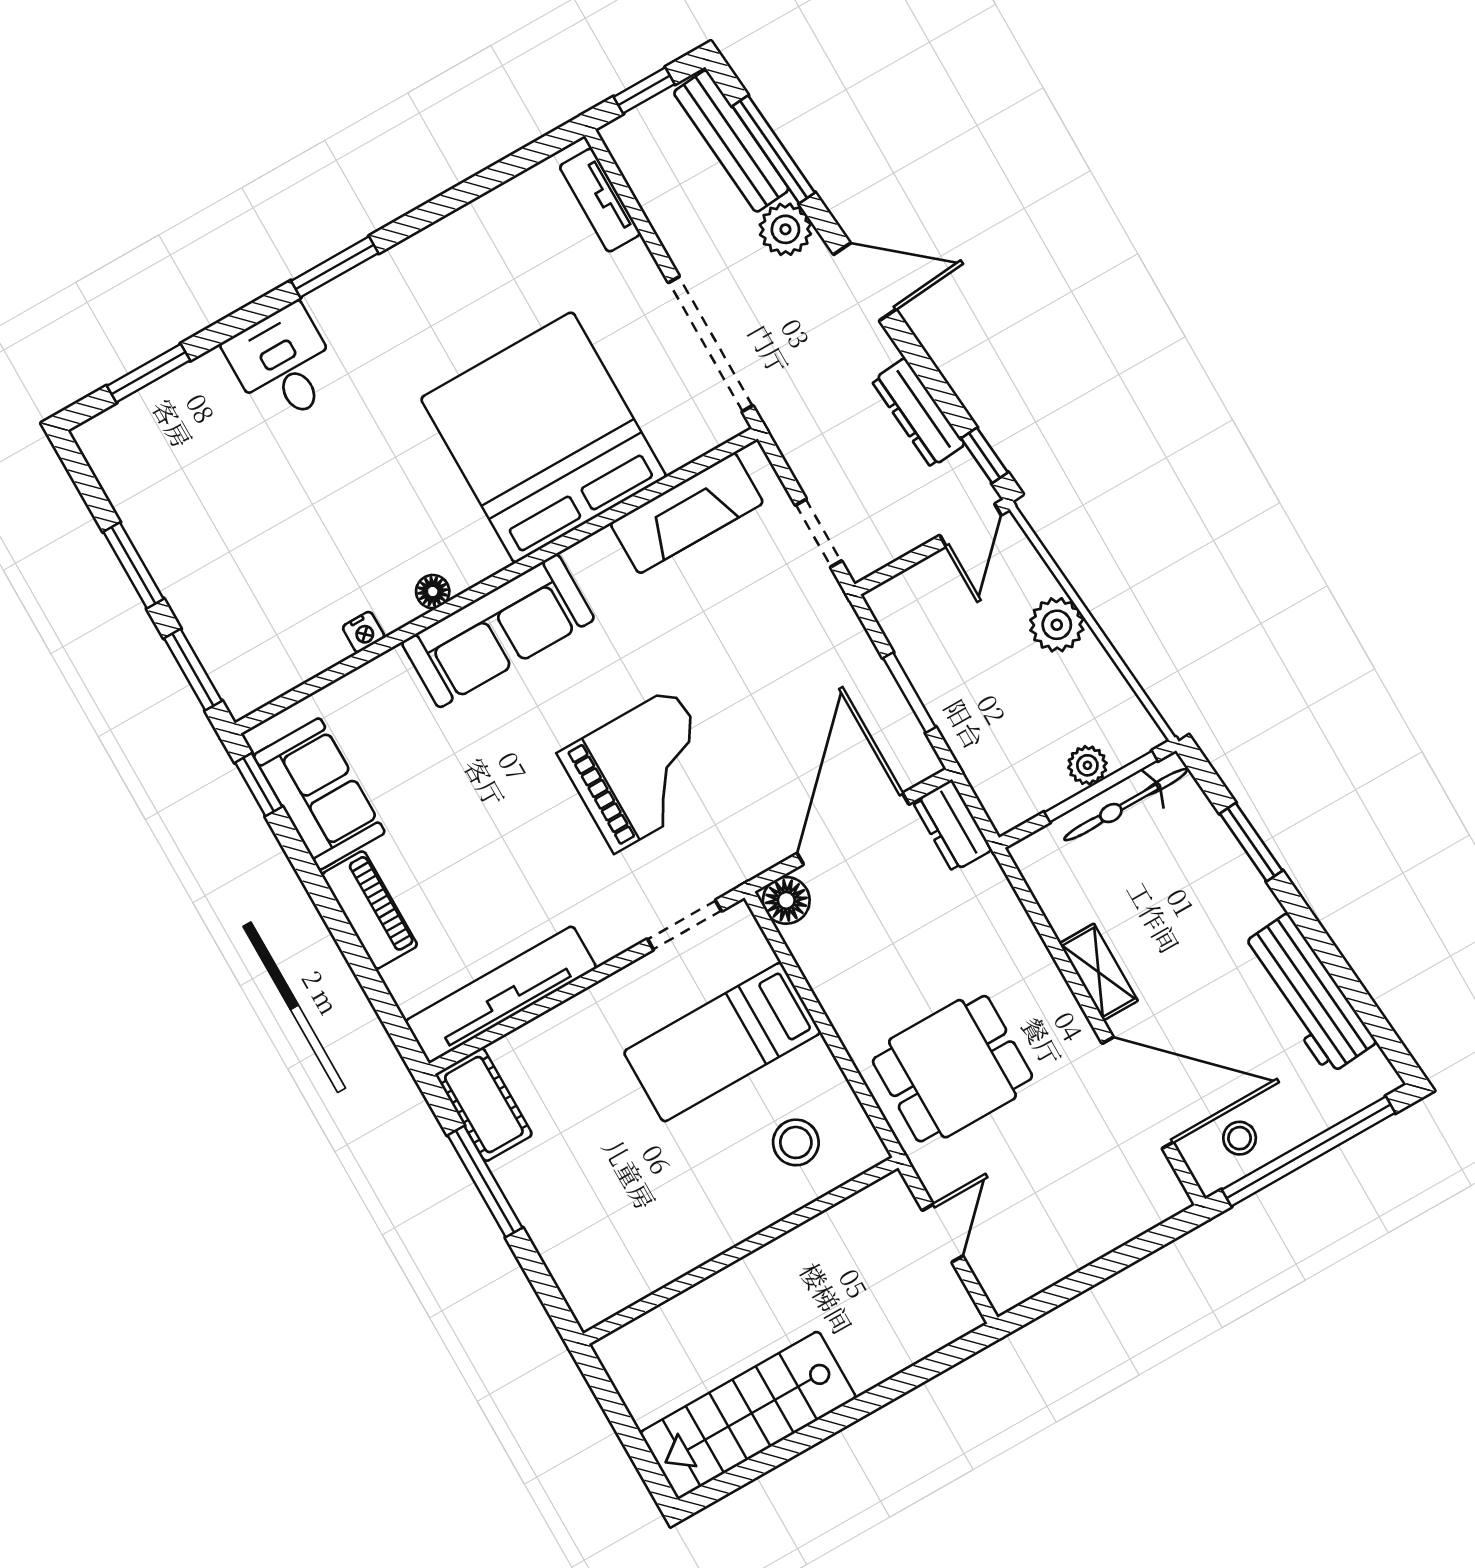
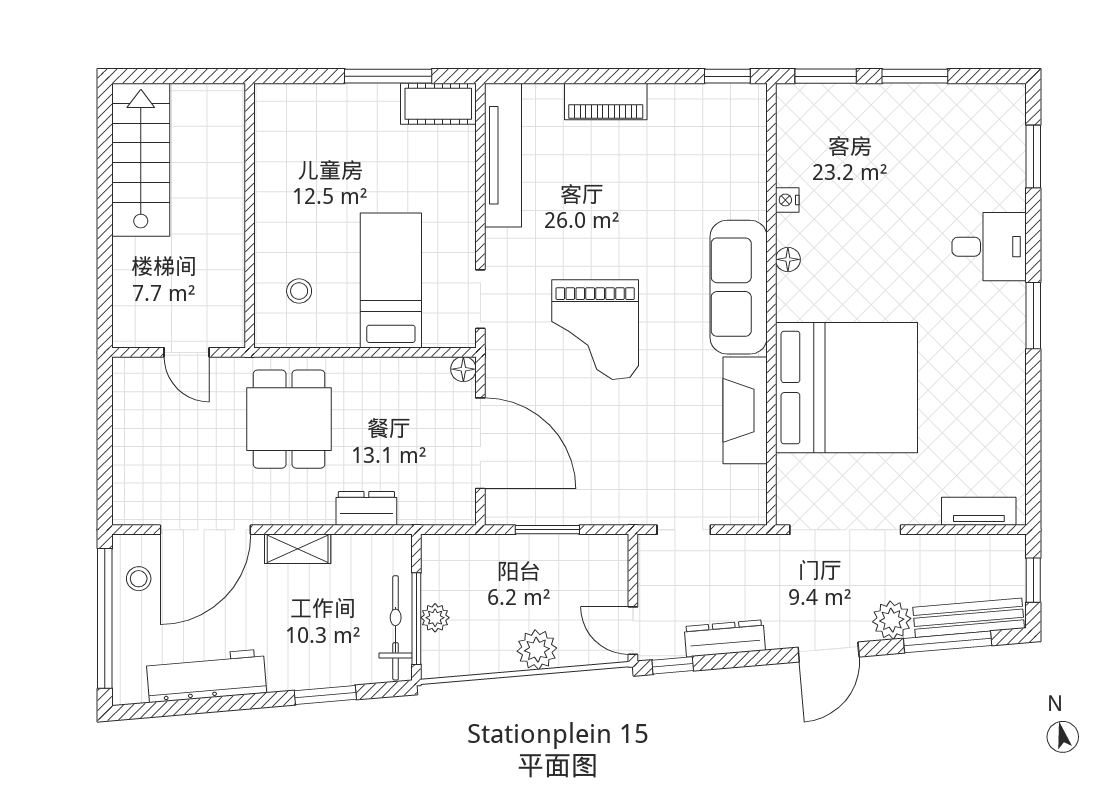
fireplace: (687, 513) -> (745, 410), moved
sofa: (319, 794) -> (699, 112), removed
dresser: (952, 826) -> (366, 508), moved
floor lamp: (786, 900) -> (463, 369), width x0.73, depth x0.73
stool: (796, 1142) -> (299, 291), width x0.73, depth x0.73

